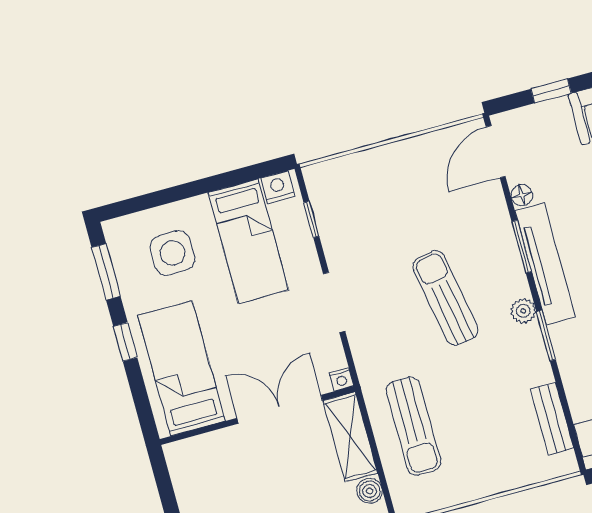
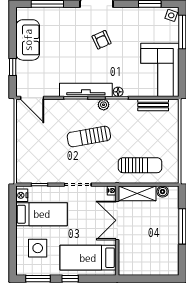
floor lamp: (522, 195) -> (118, 92), moved

